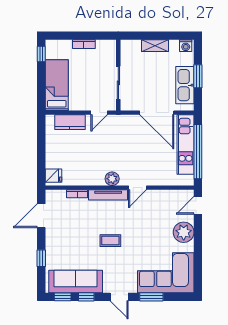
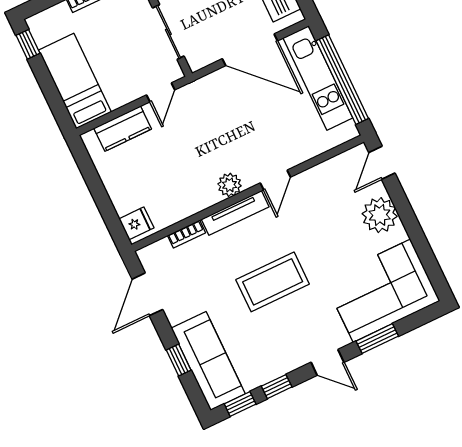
coffee table: (110, 241) -> (273, 282), width x1.86, depth x1.72
sofa: (76, 281) -> (208, 361), moved, turned 90

